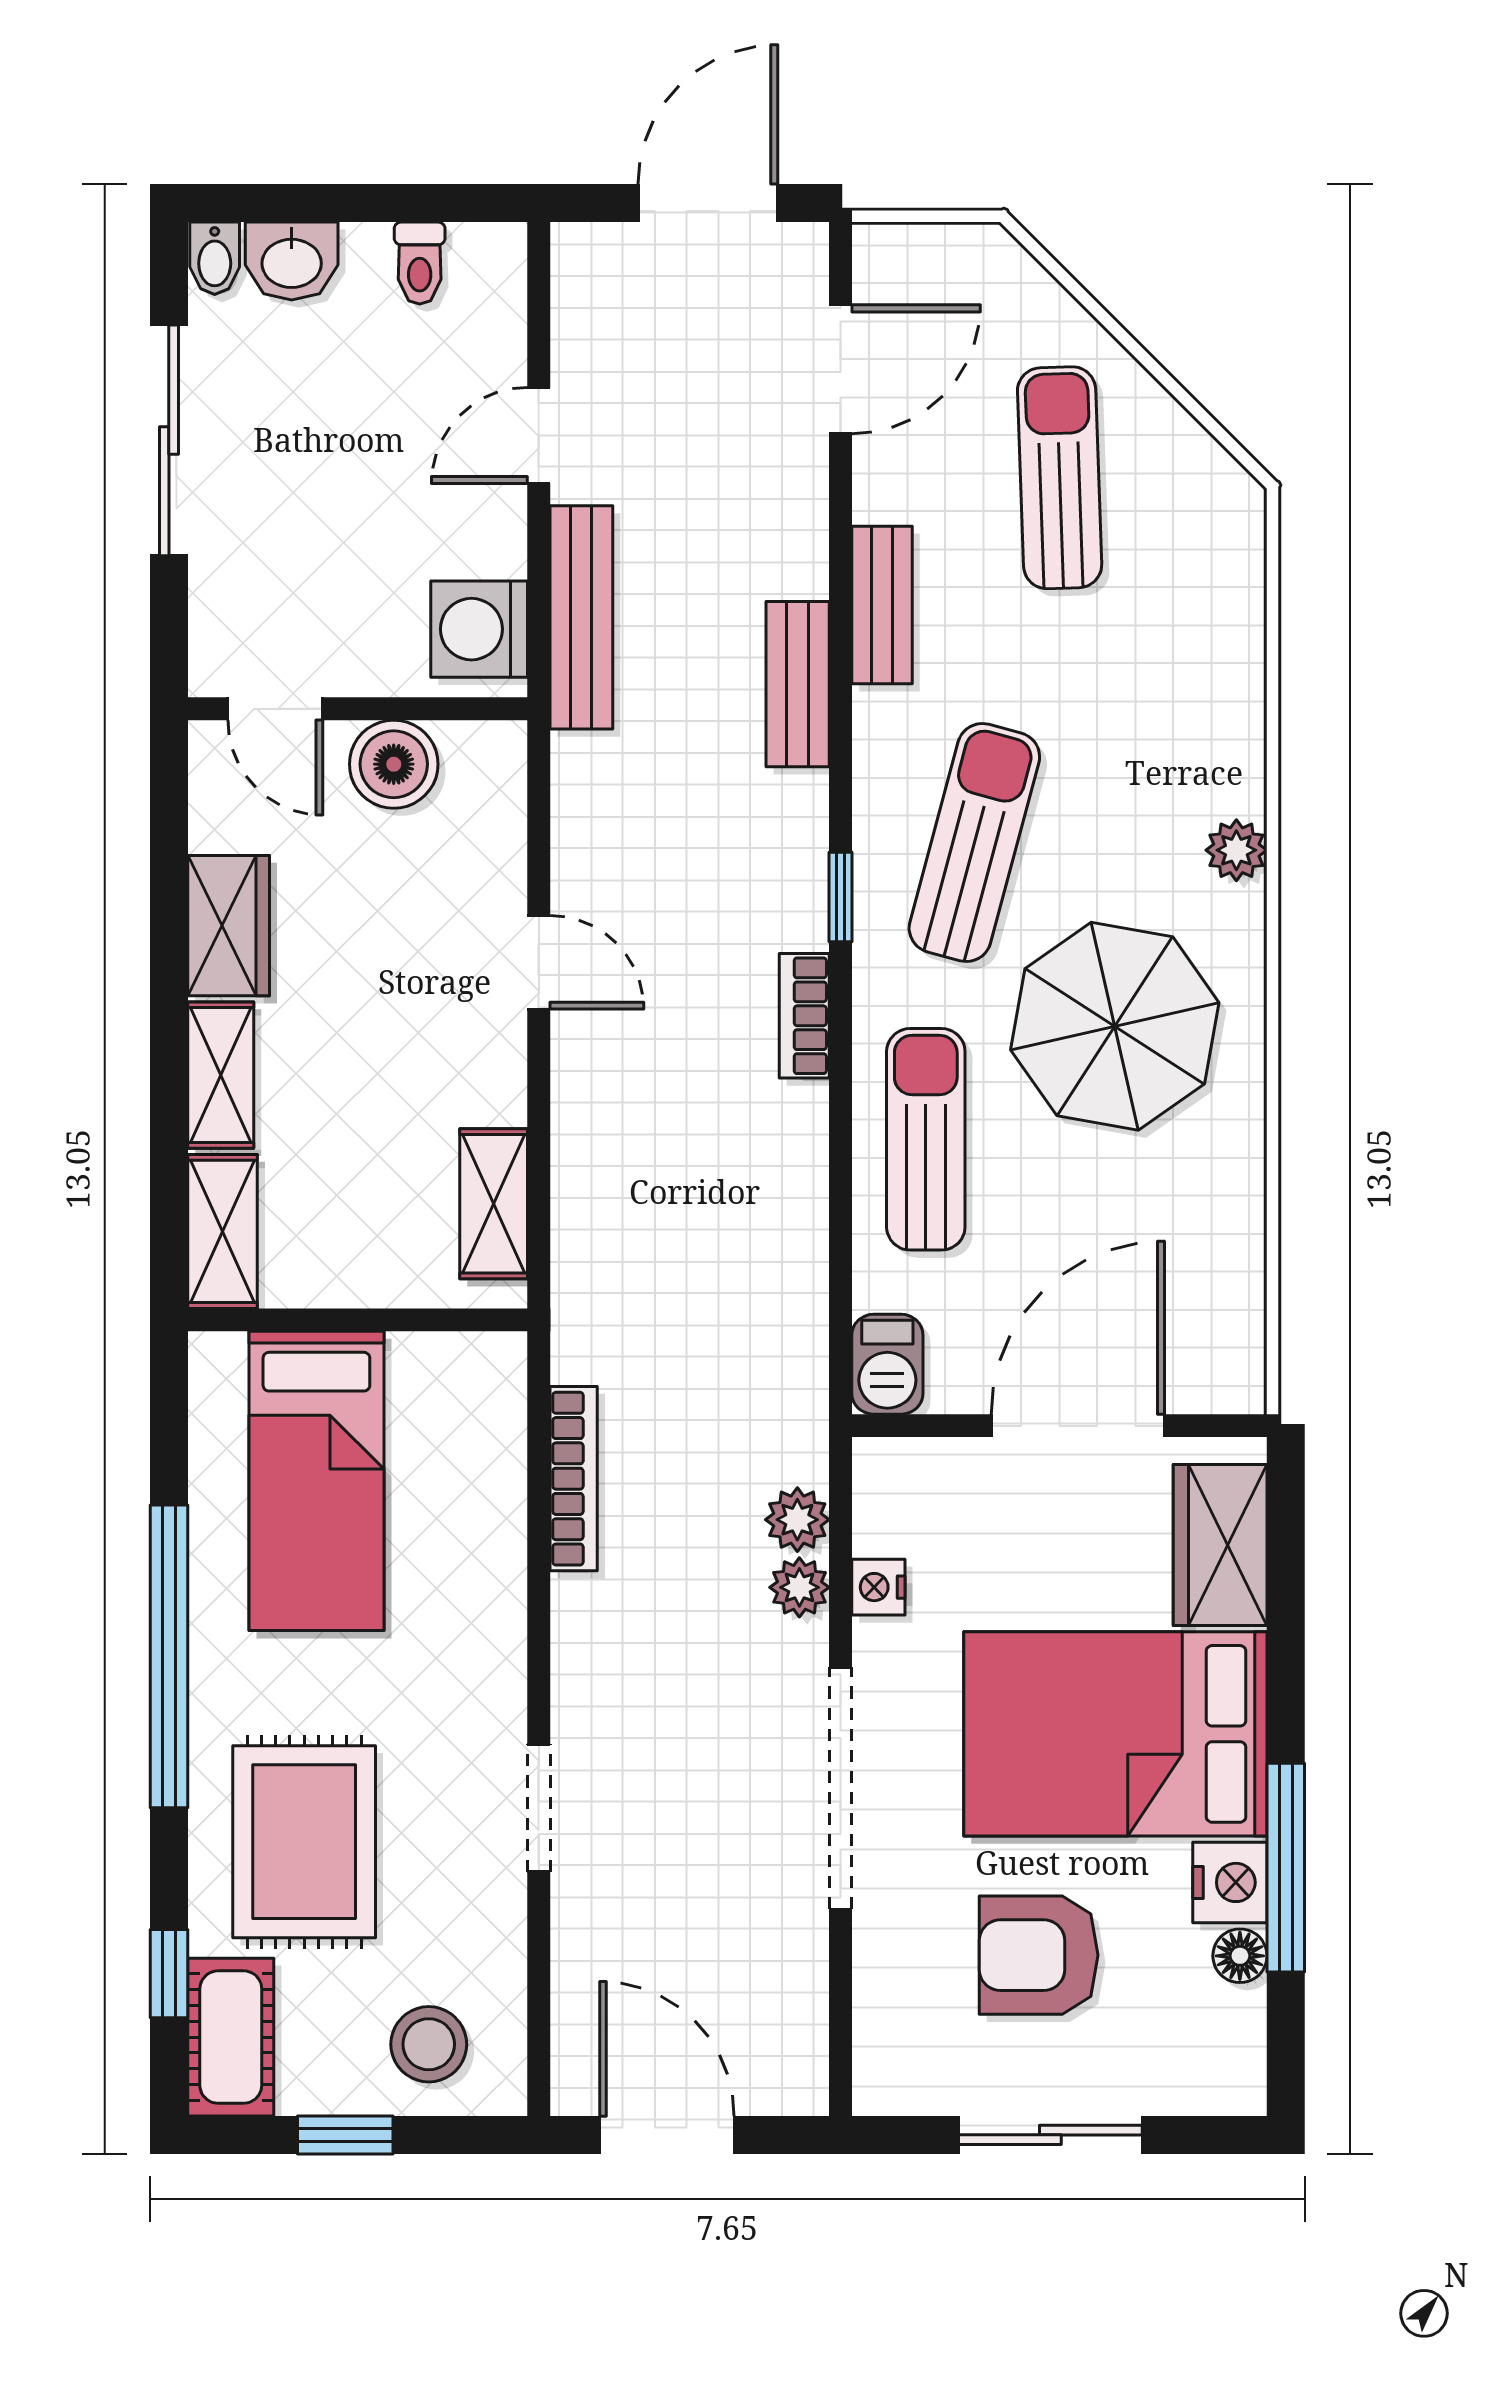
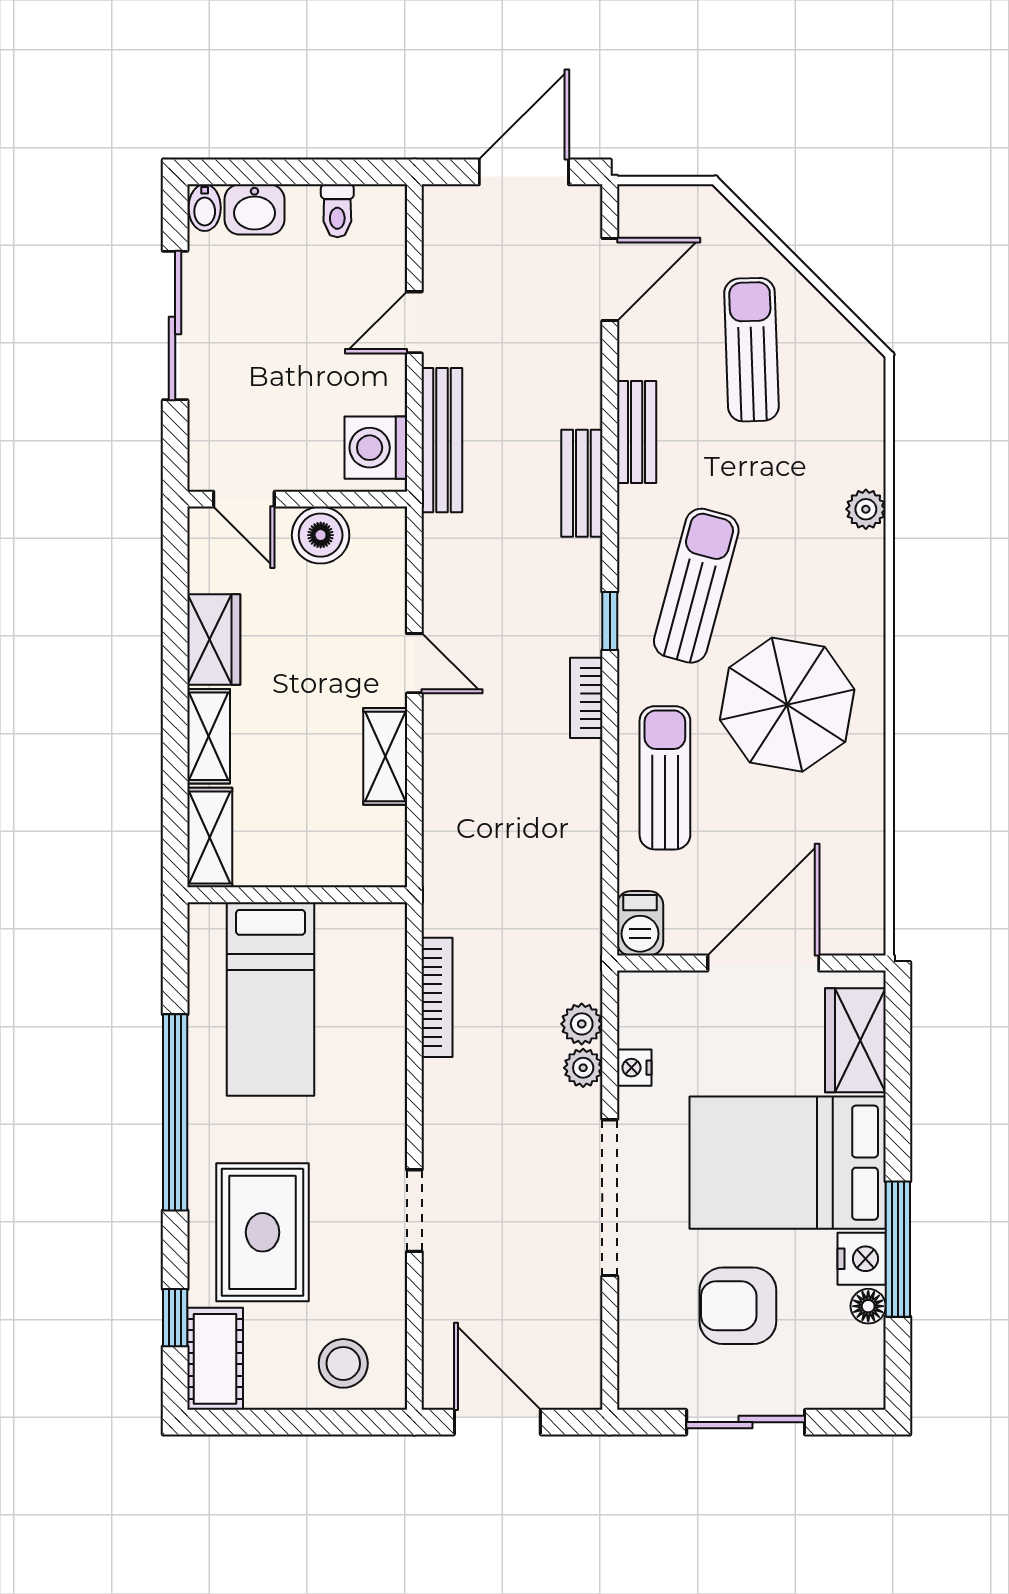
plant: (1236, 850) -> (866, 509), moved
shelving: (494, 1204) -> (385, 756), moved
window: (345, 2135) -> (289, 1422), removed

